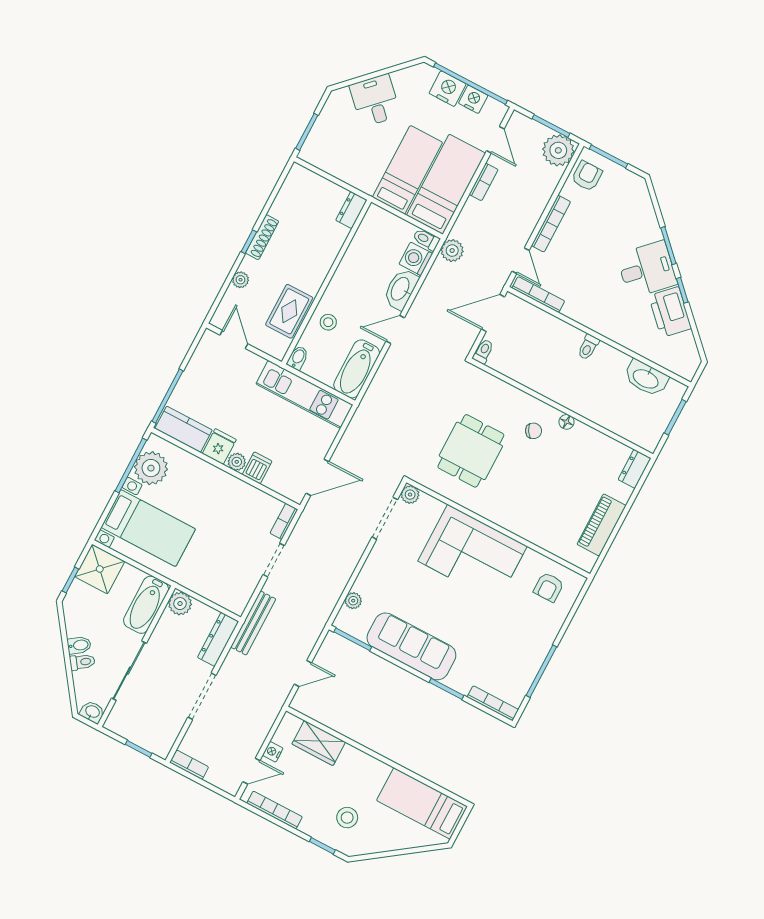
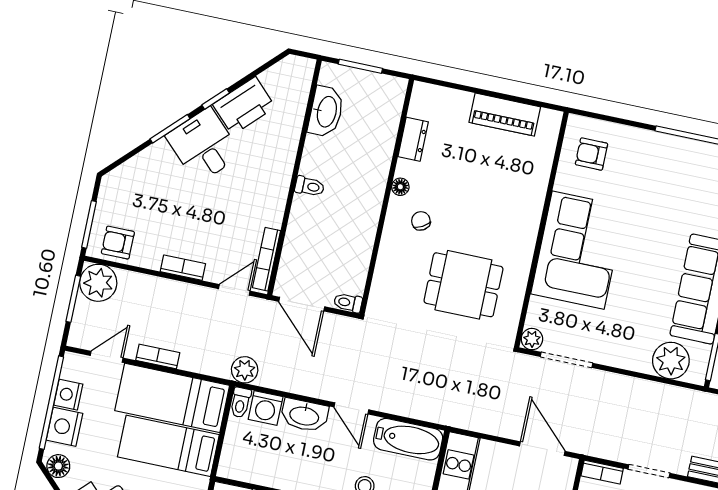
floor lamp: (417, 74) -> (58, 466), added
bookcase: (551, 224) -> (183, 268), width x0.64
dresser: (635, 469) -> (413, 139), moved, turned -90
armchair: (549, 587) -> (591, 154), turned 180
plant: (353, 601) -> (671, 361), width x1.88, depth x1.88

